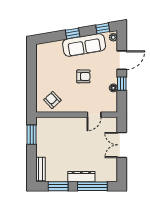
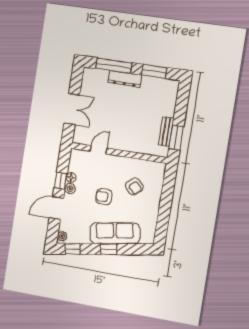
sofa: (84, 45) -> (115, 233), moved
plant: (113, 78) -> (70, 189), added
armchair: (52, 100) -> (134, 186), moved
bench: (41, 169) -> (166, 132), moved

